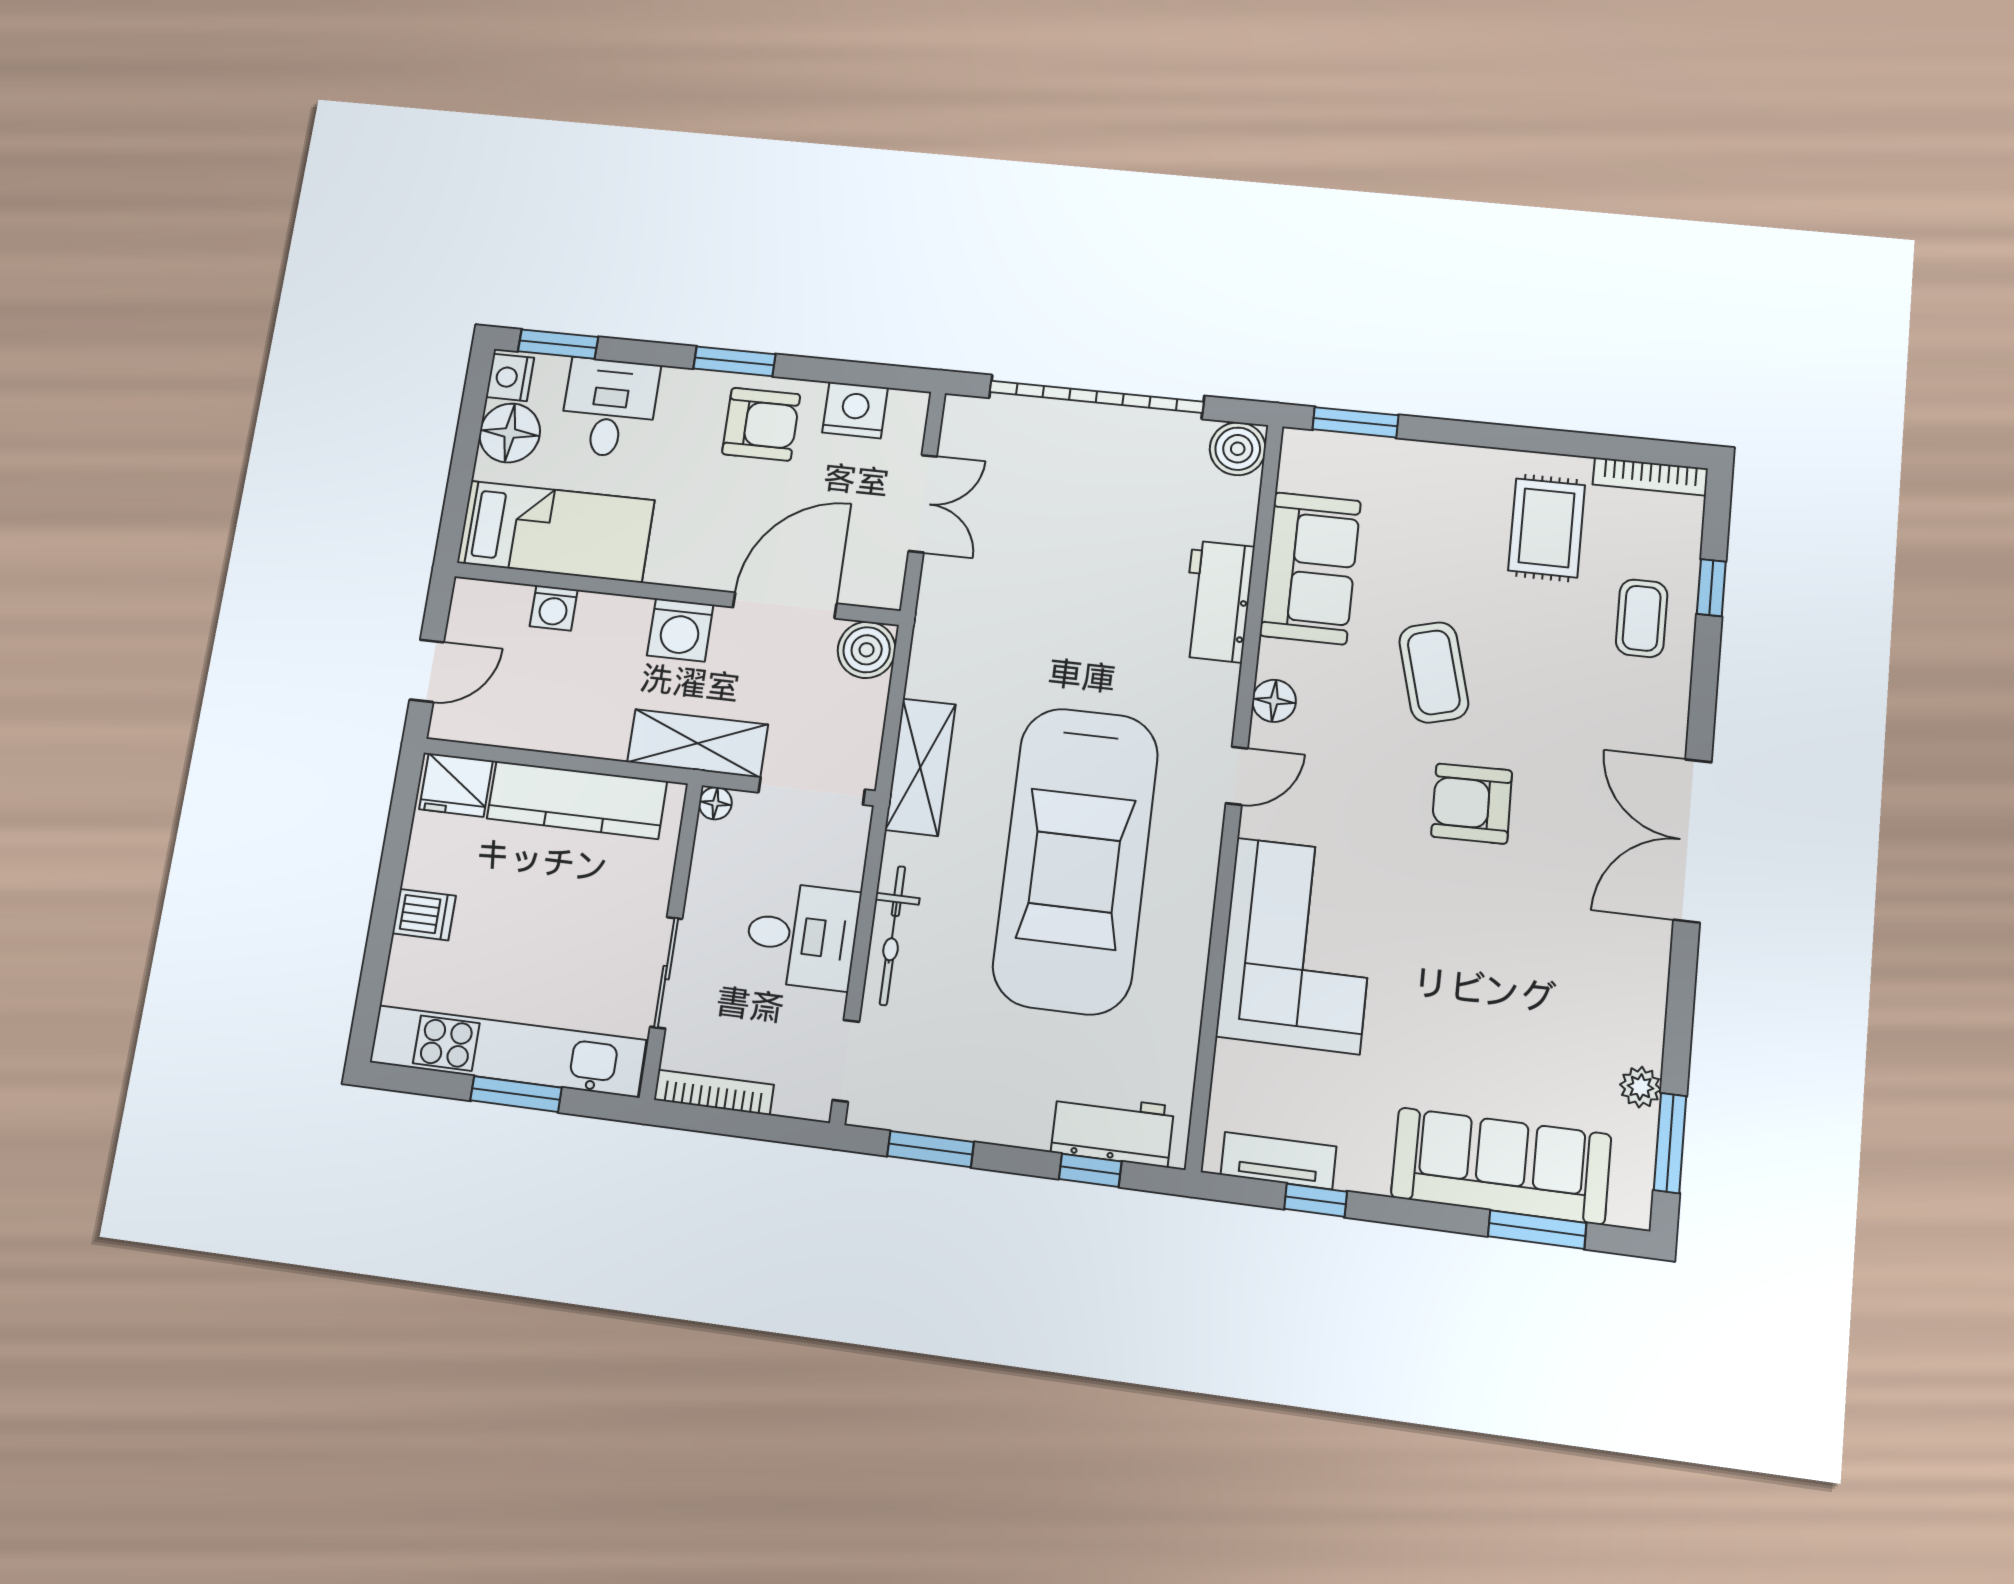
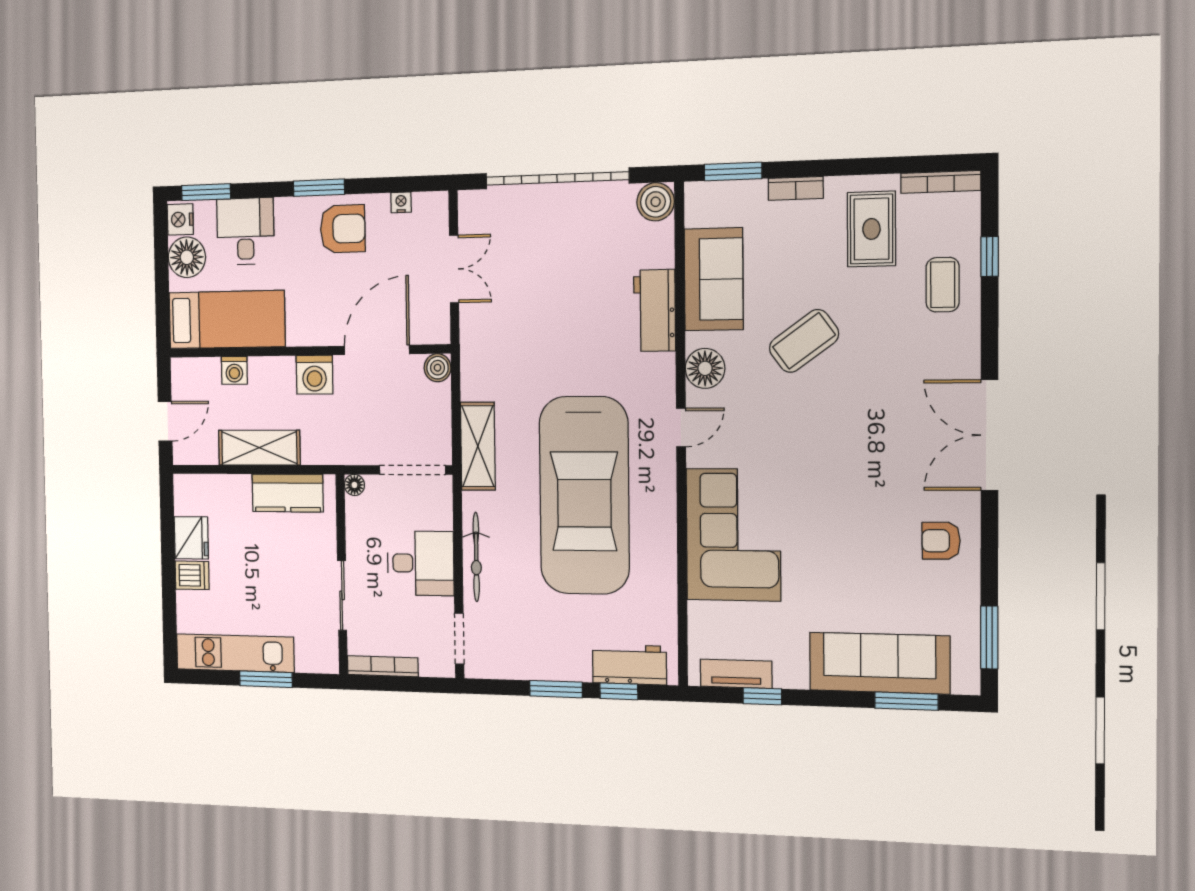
nightstand: (855, 410) -> (401, 202), width x0.53, depth x0.56
bookcase: (1443, 458) -> (796, 188), added
boiler: (867, 650) -> (438, 368), width x0.73, depth x0.73
coffee table: (1434, 672) -> (804, 341), turned 69
floor lamp: (1274, 701) -> (705, 368), width x1.38, depth x1.38
shelving: (698, 743) -> (259, 448), moved
fridge: (456, 785) -> (191, 538), moved, turned -90
kitchen counter: (577, 800) -> (288, 493), width x0.67
armchair: (1472, 804) -> (941, 541), moved, width x0.72, depth x0.72
kitchen unit: (508, 1051) -> (235, 653), width x0.73
plant: (1641, 1087) -> (967, 603), removed
window: (930, 1149) -> (556, 689), moved

